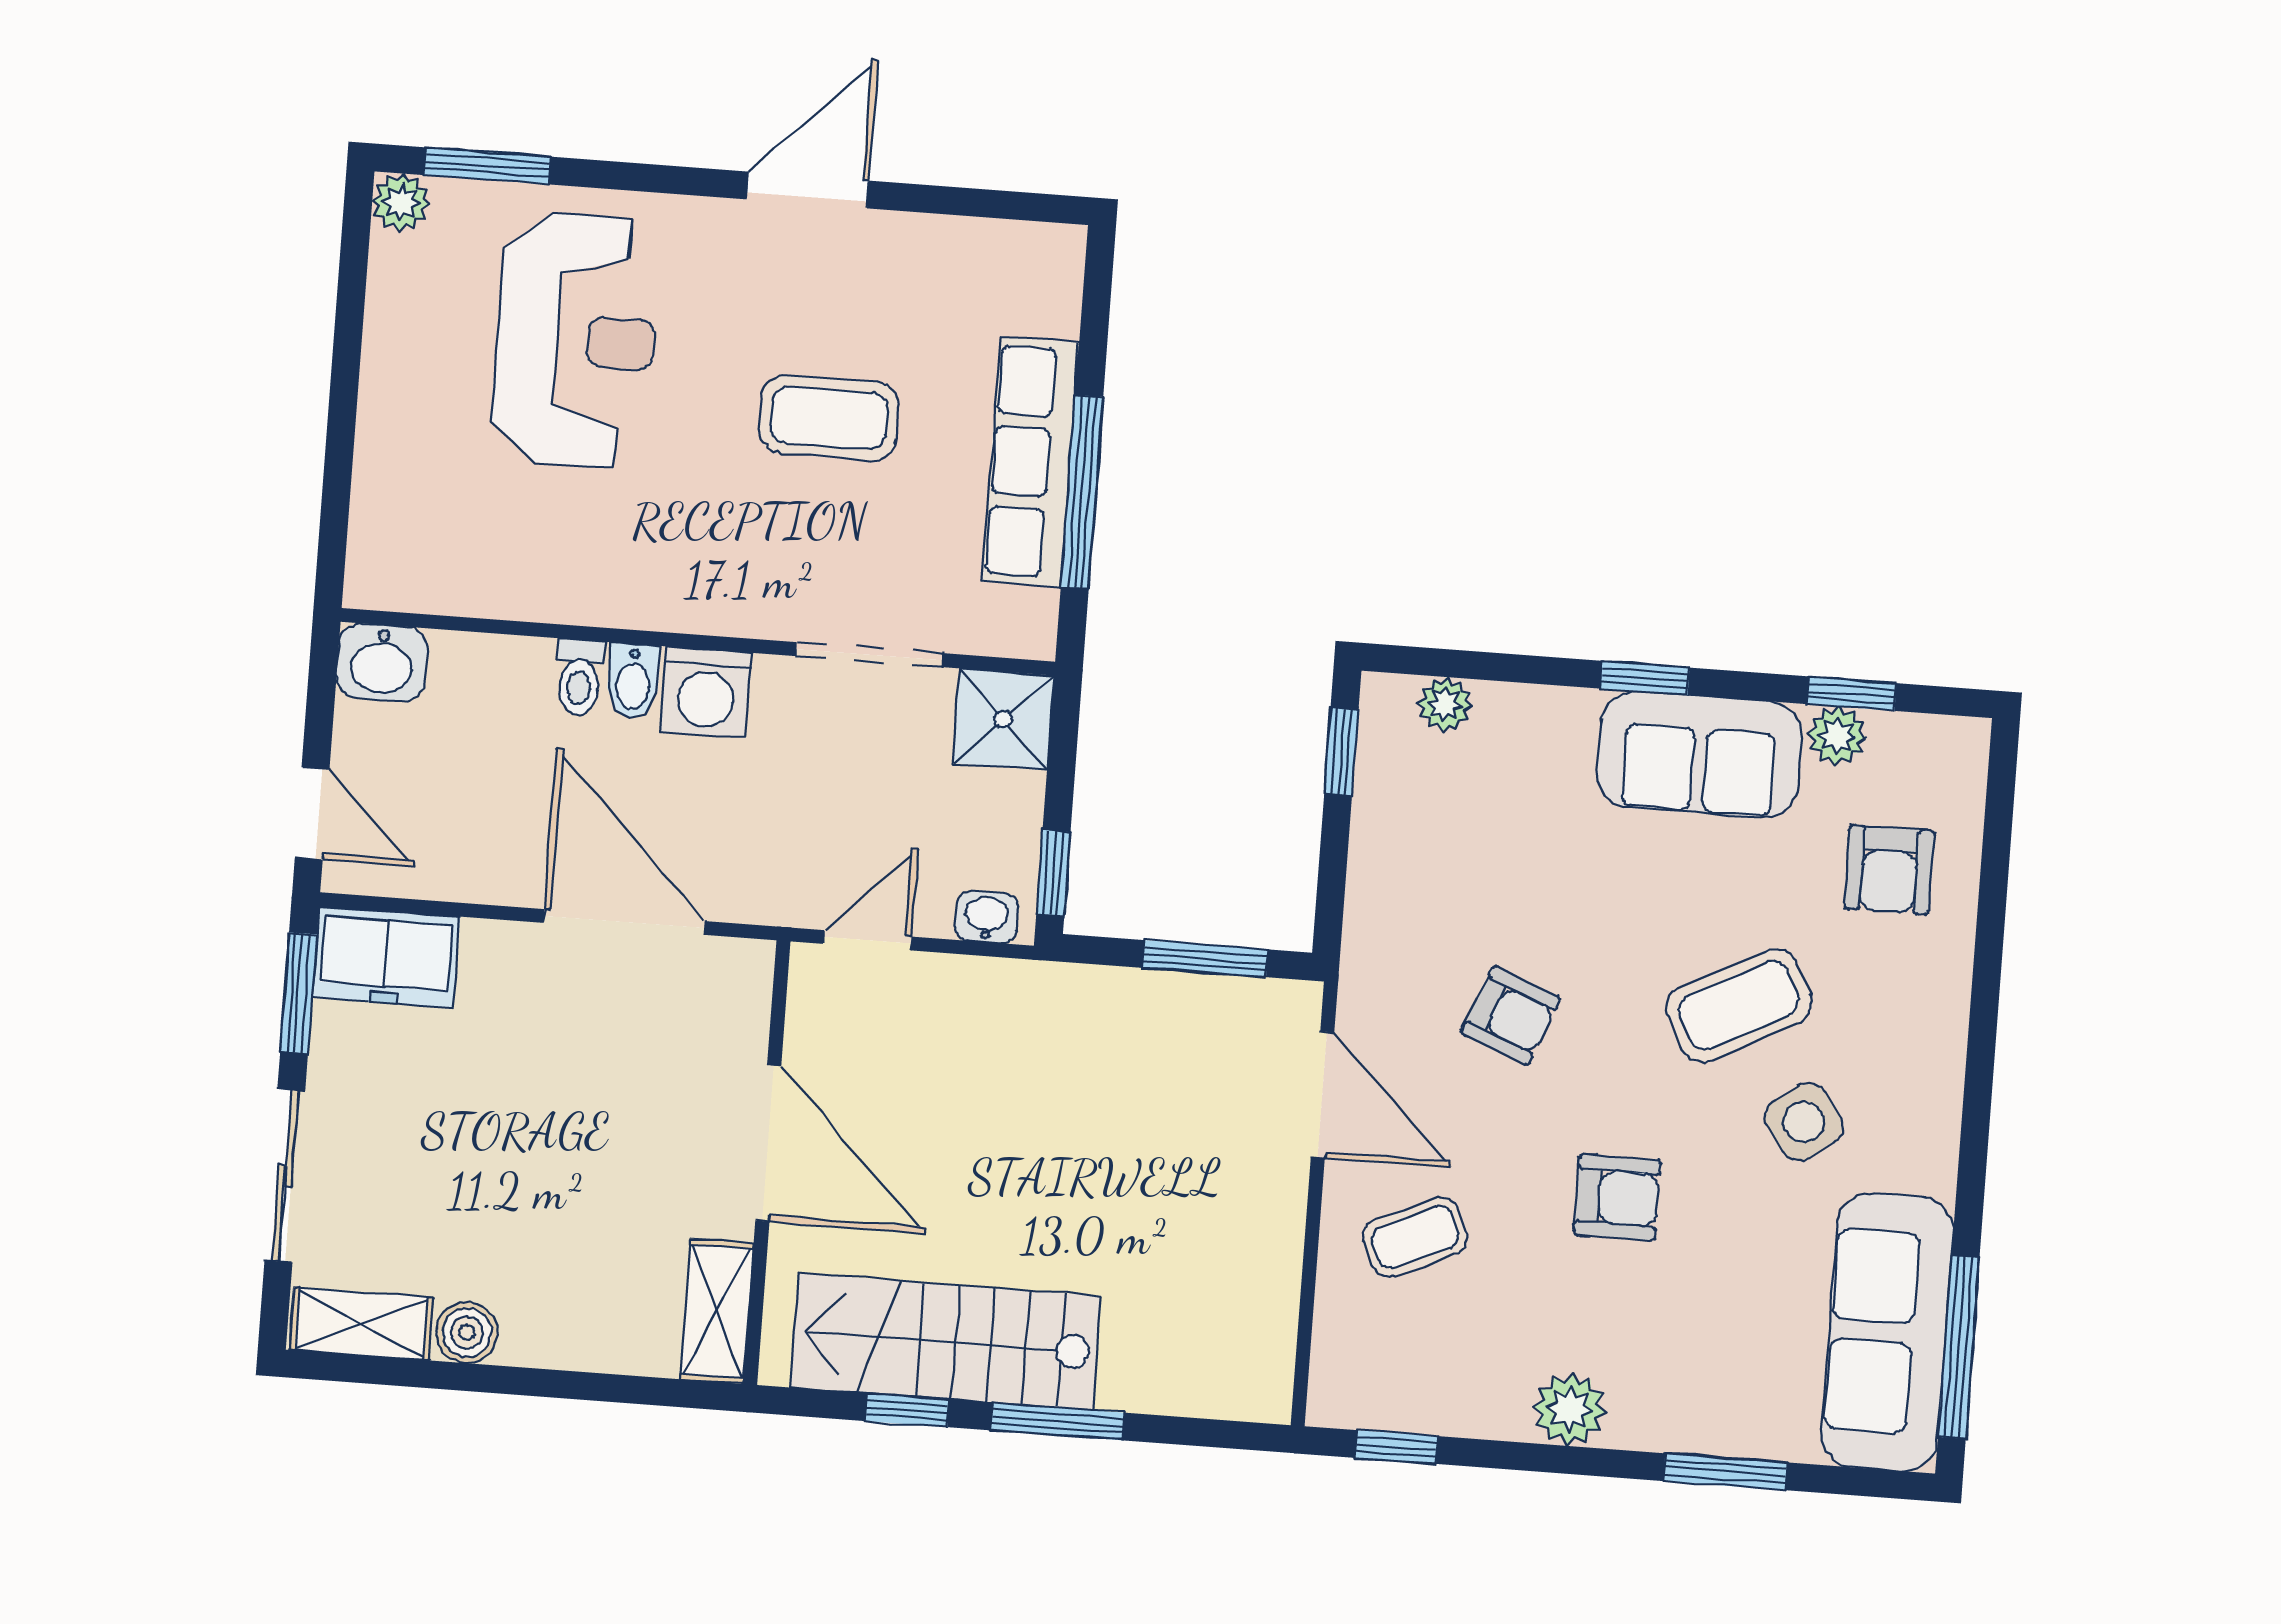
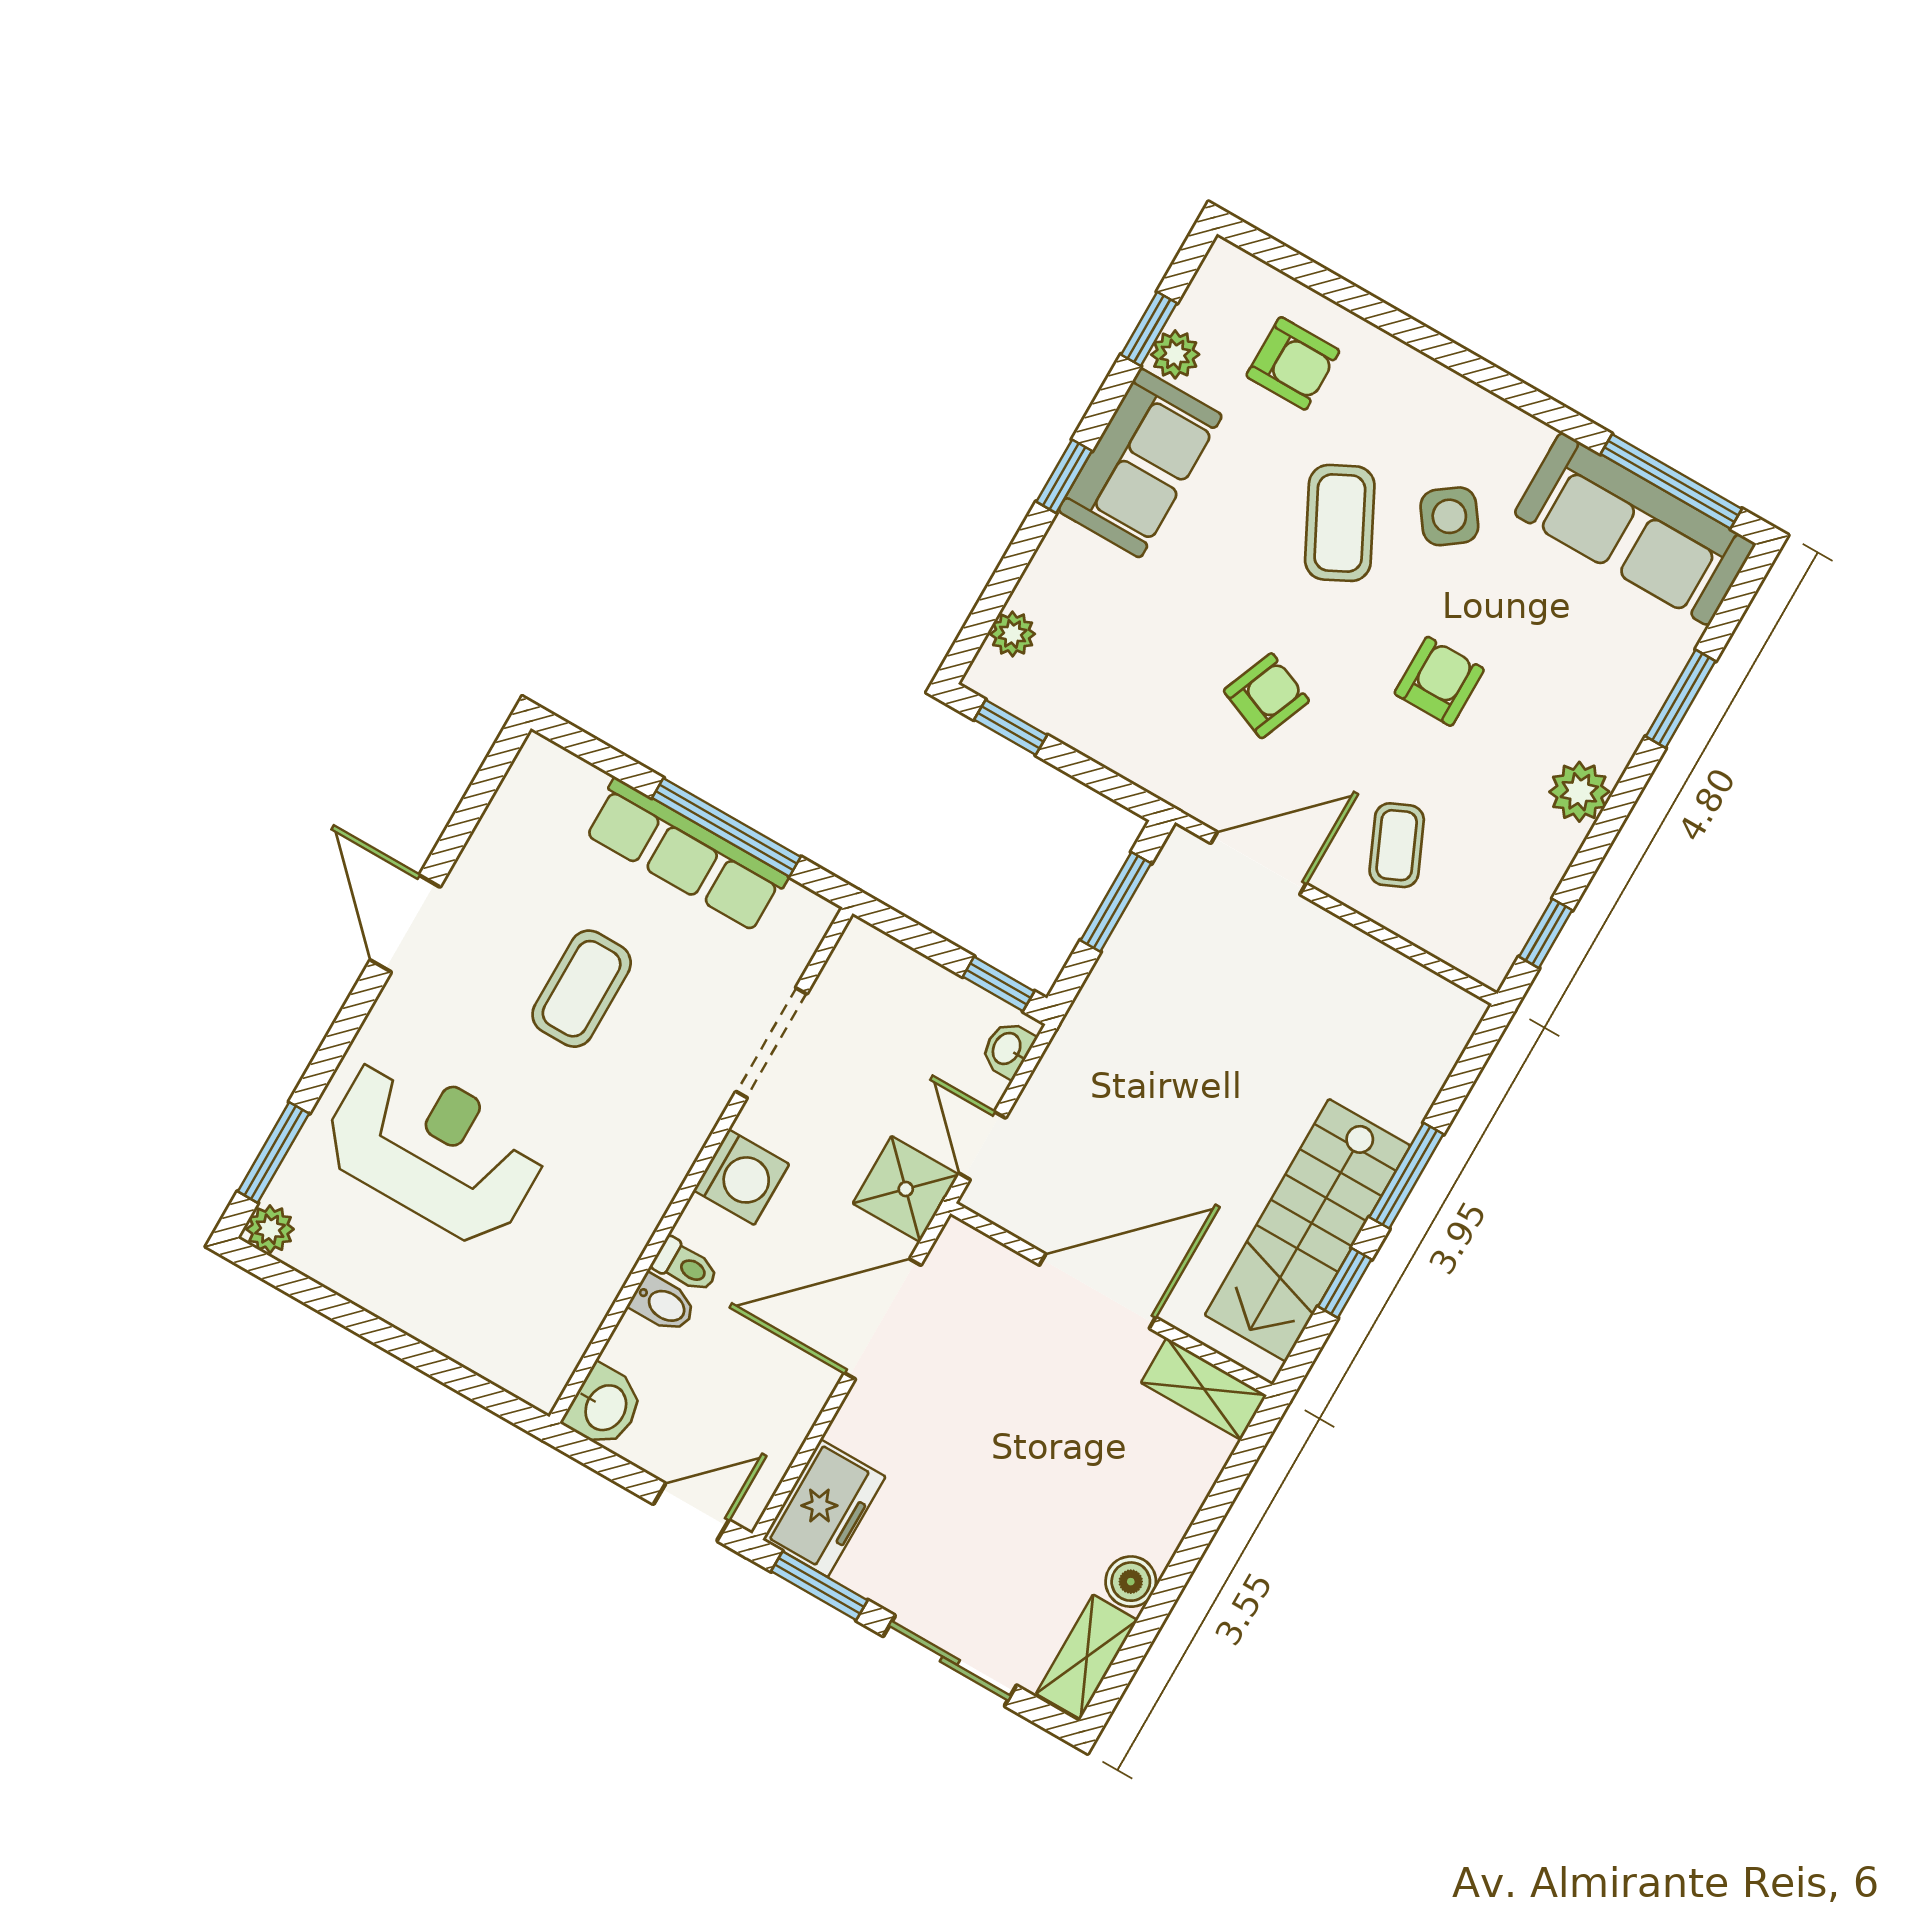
bidet: (633, 681) -> (663, 1304), moved
shower: (1003, 719) -> (906, 1189), moved

